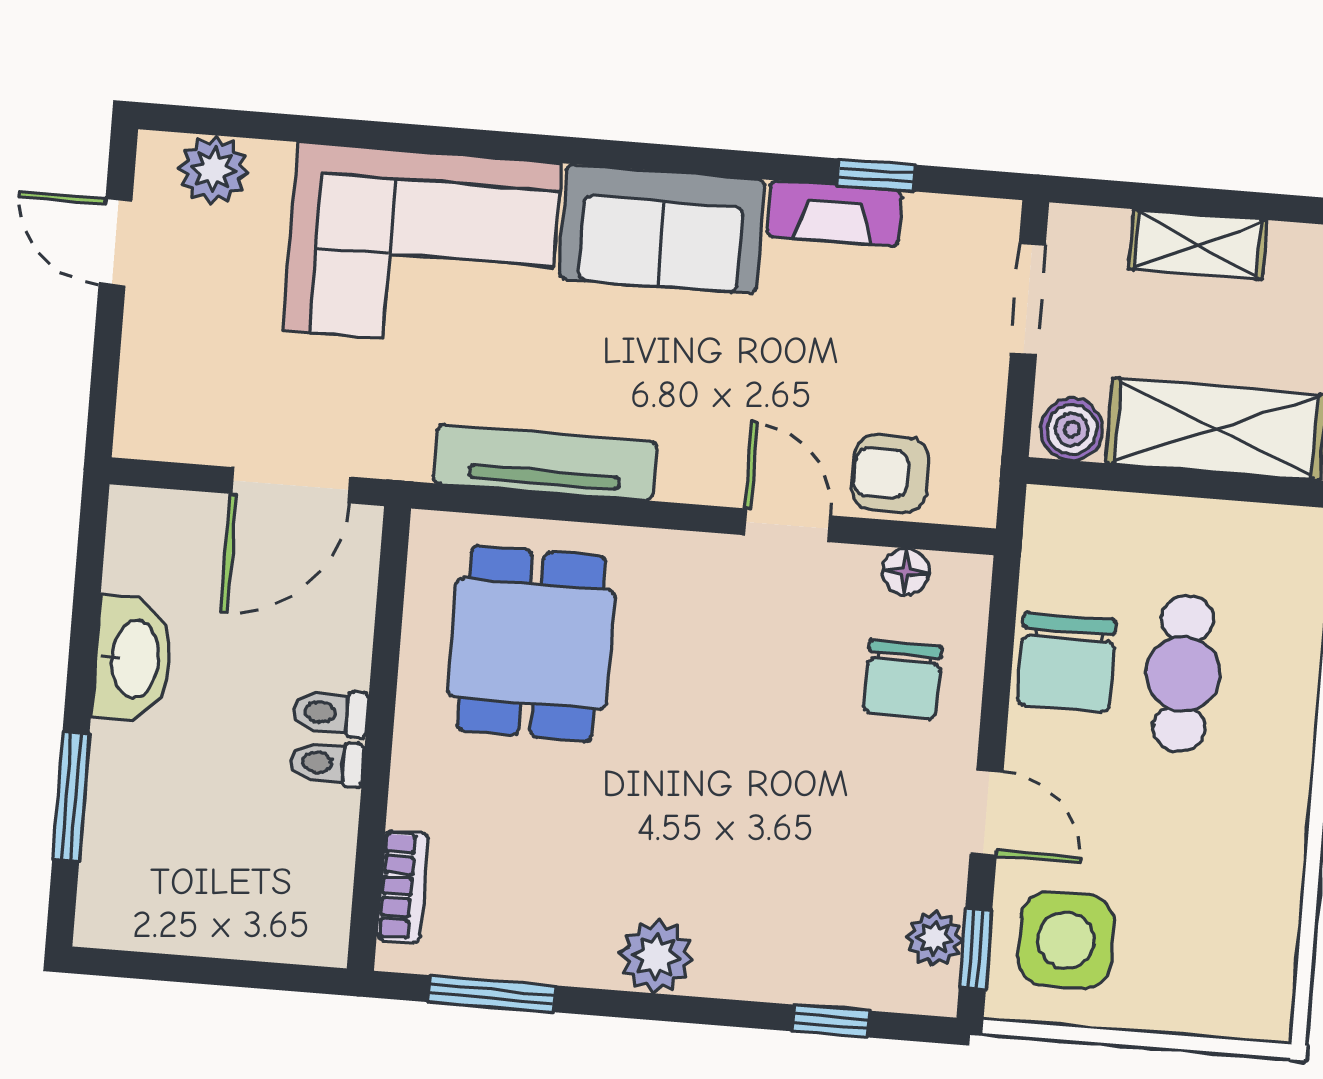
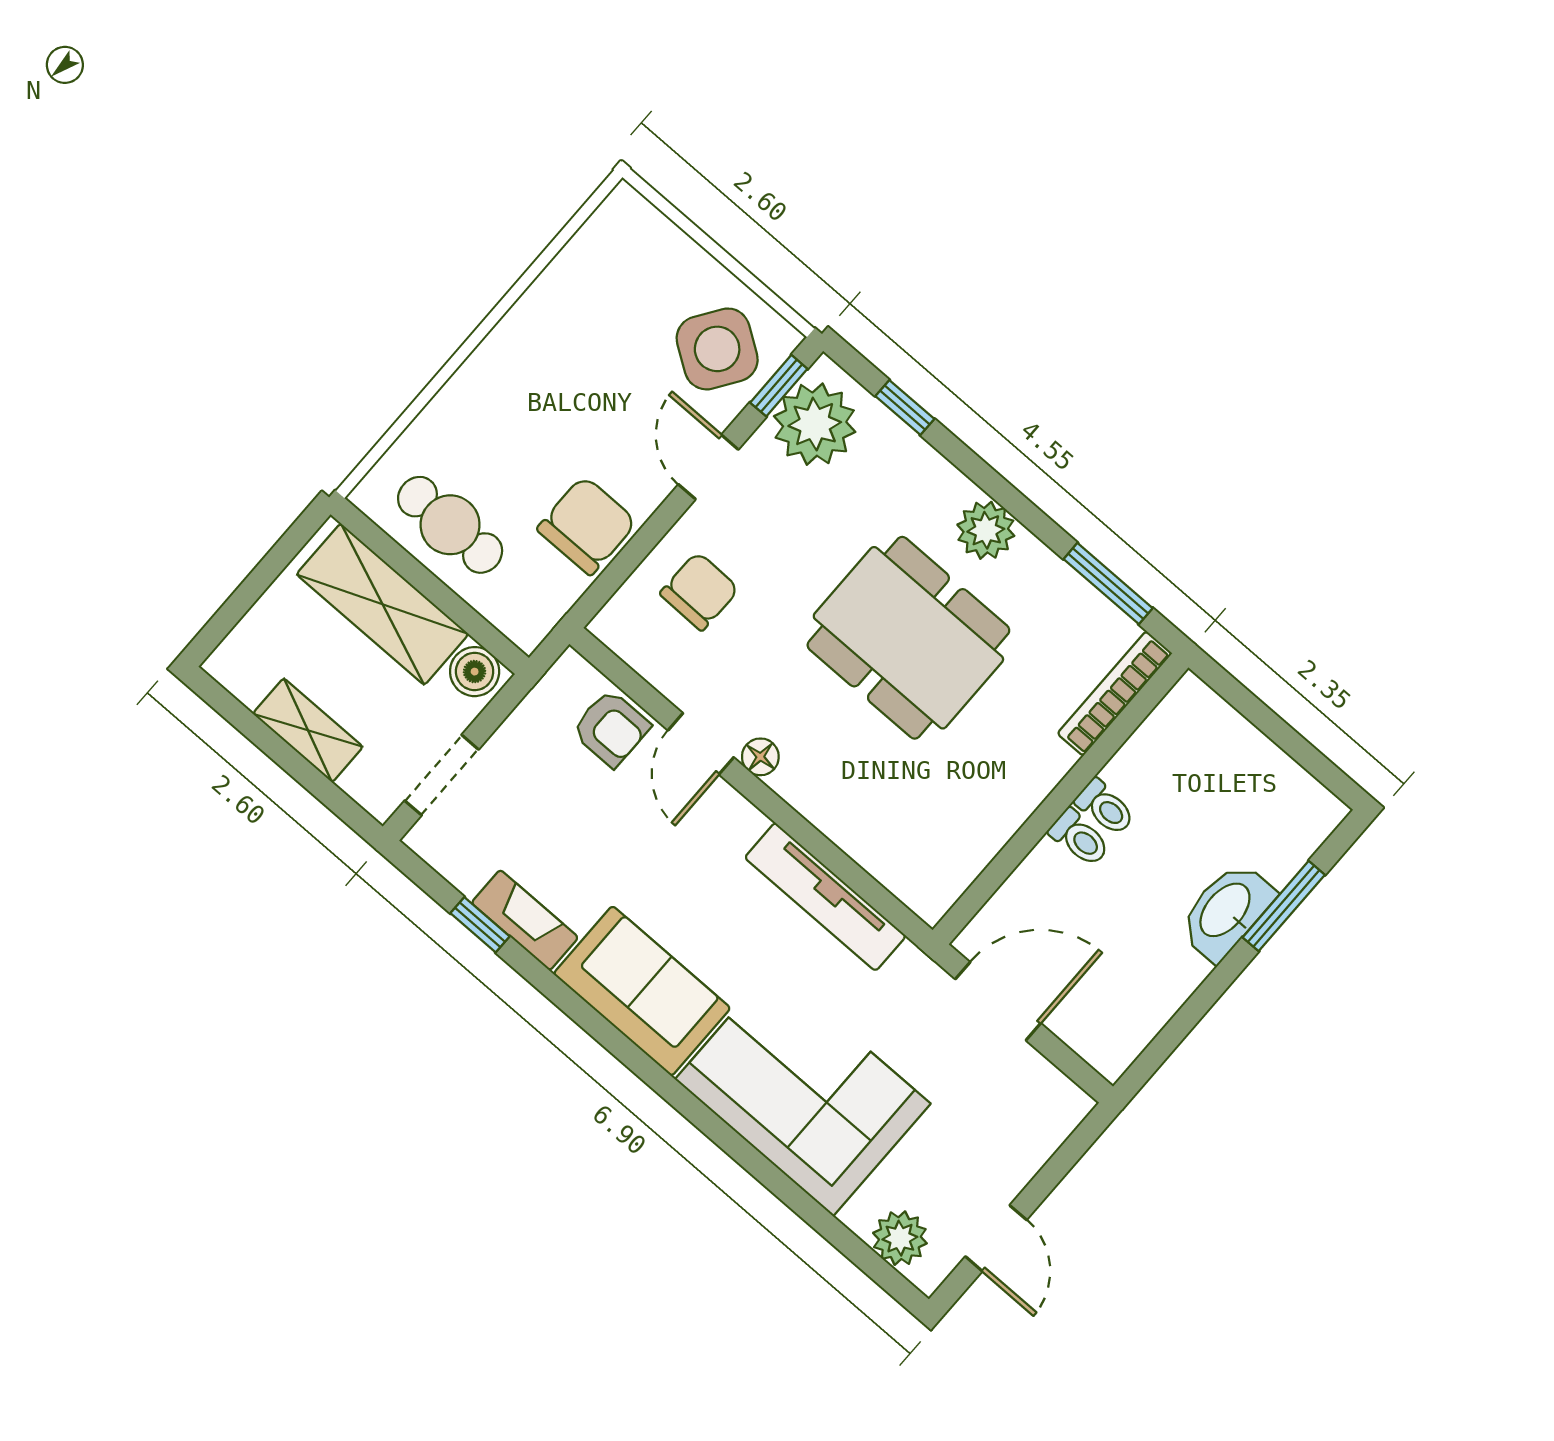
floor lamp: (906, 572) -> (760, 757), moved
dining table: (531, 644) -> (908, 638), moved, width x1.37
washbasin: (133, 659) -> (1226, 911), moved
cafe table: (1183, 674) -> (450, 525), moved, turned 90
bookcase: (403, 886) -> (1115, 693), width x1.56
plant: (935, 938) -> (815, 424), width x1.87, depth x1.87
side table: (1066, 940) -> (717, 349), turned 34

